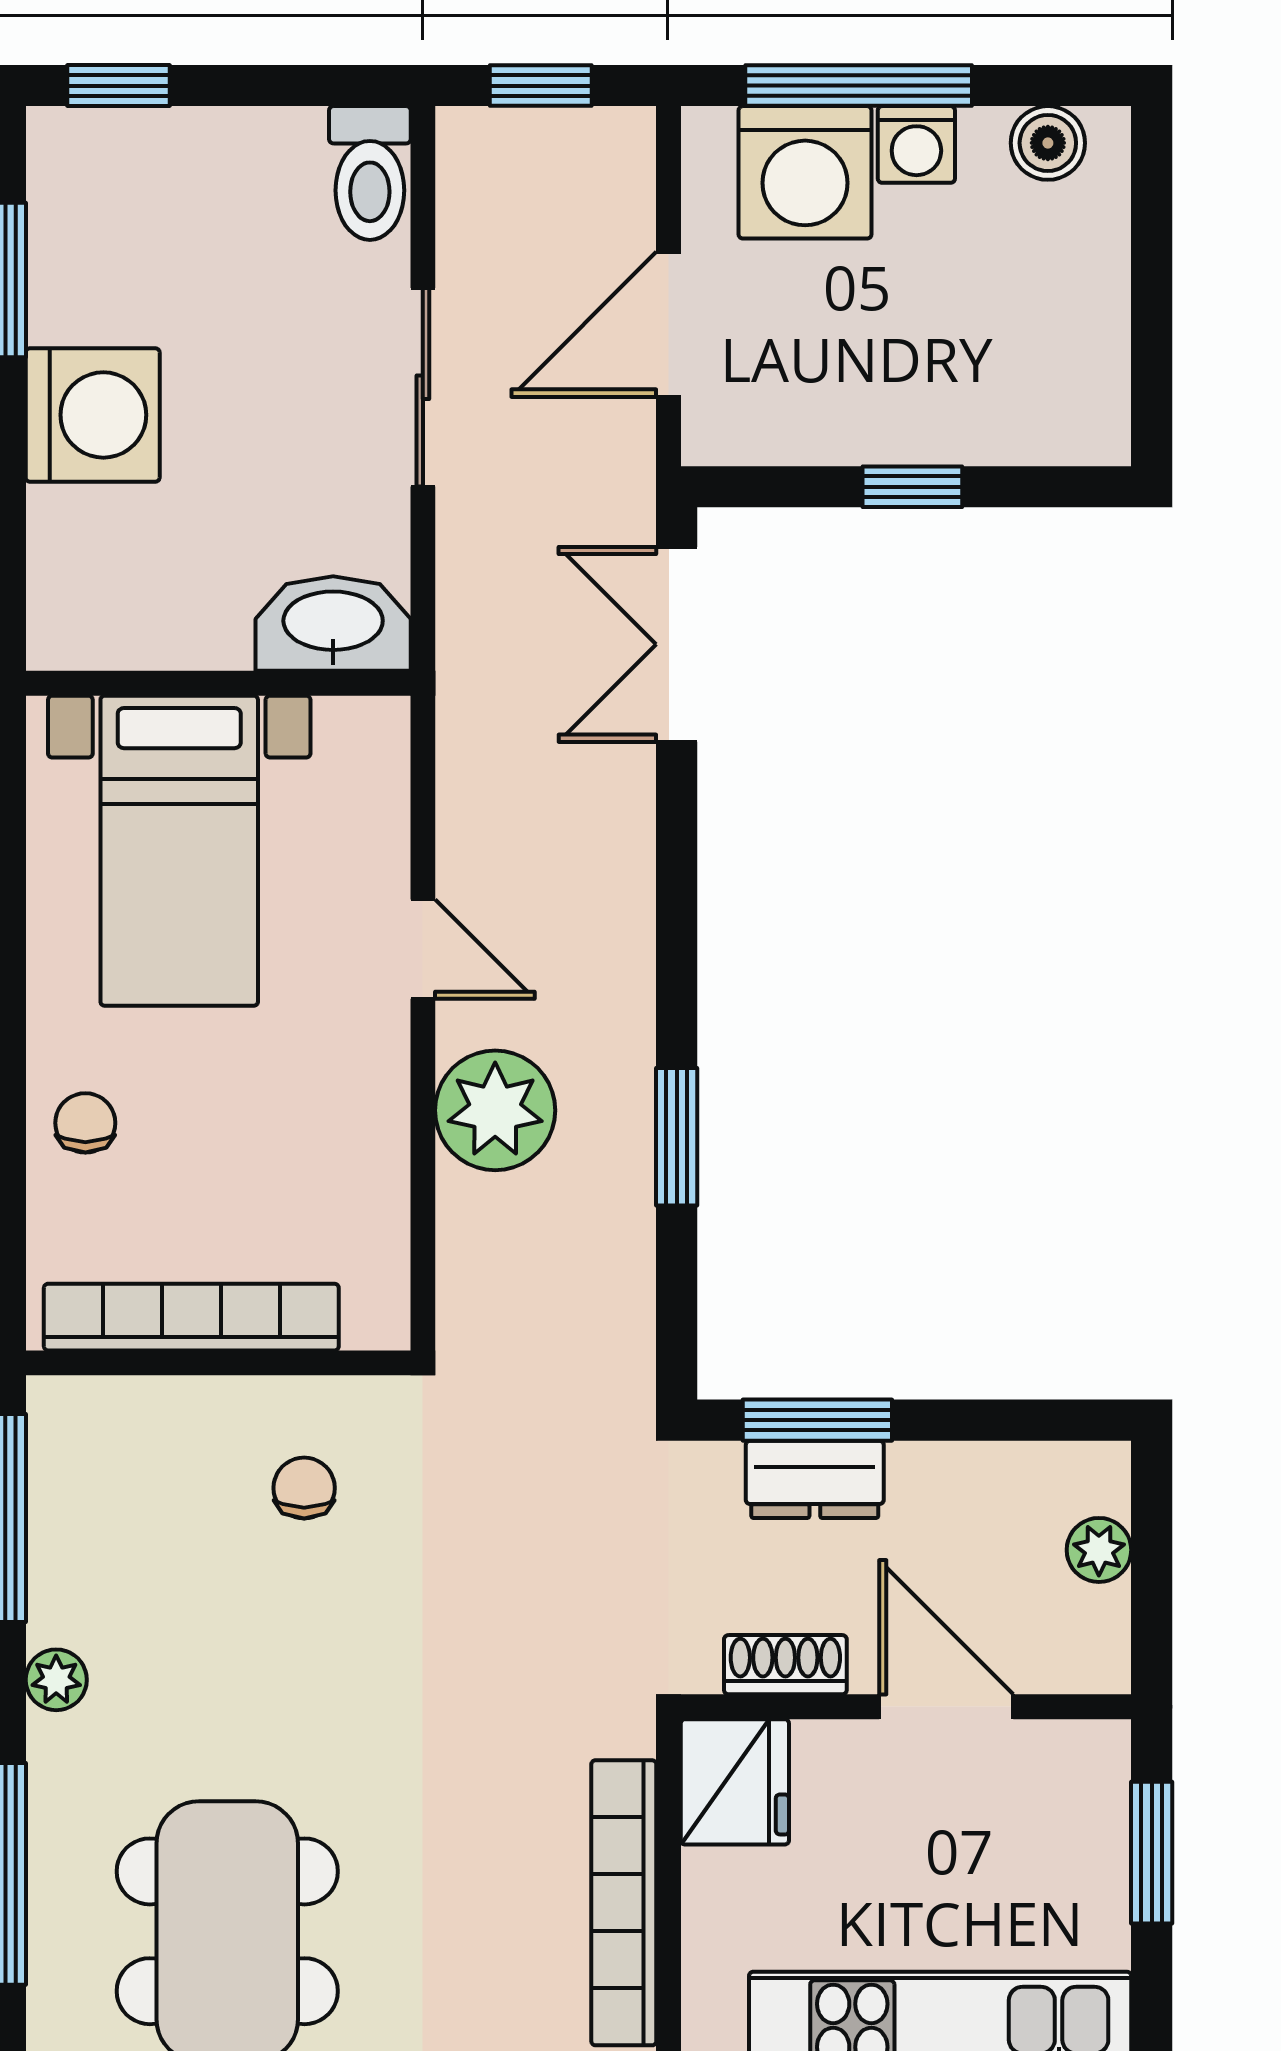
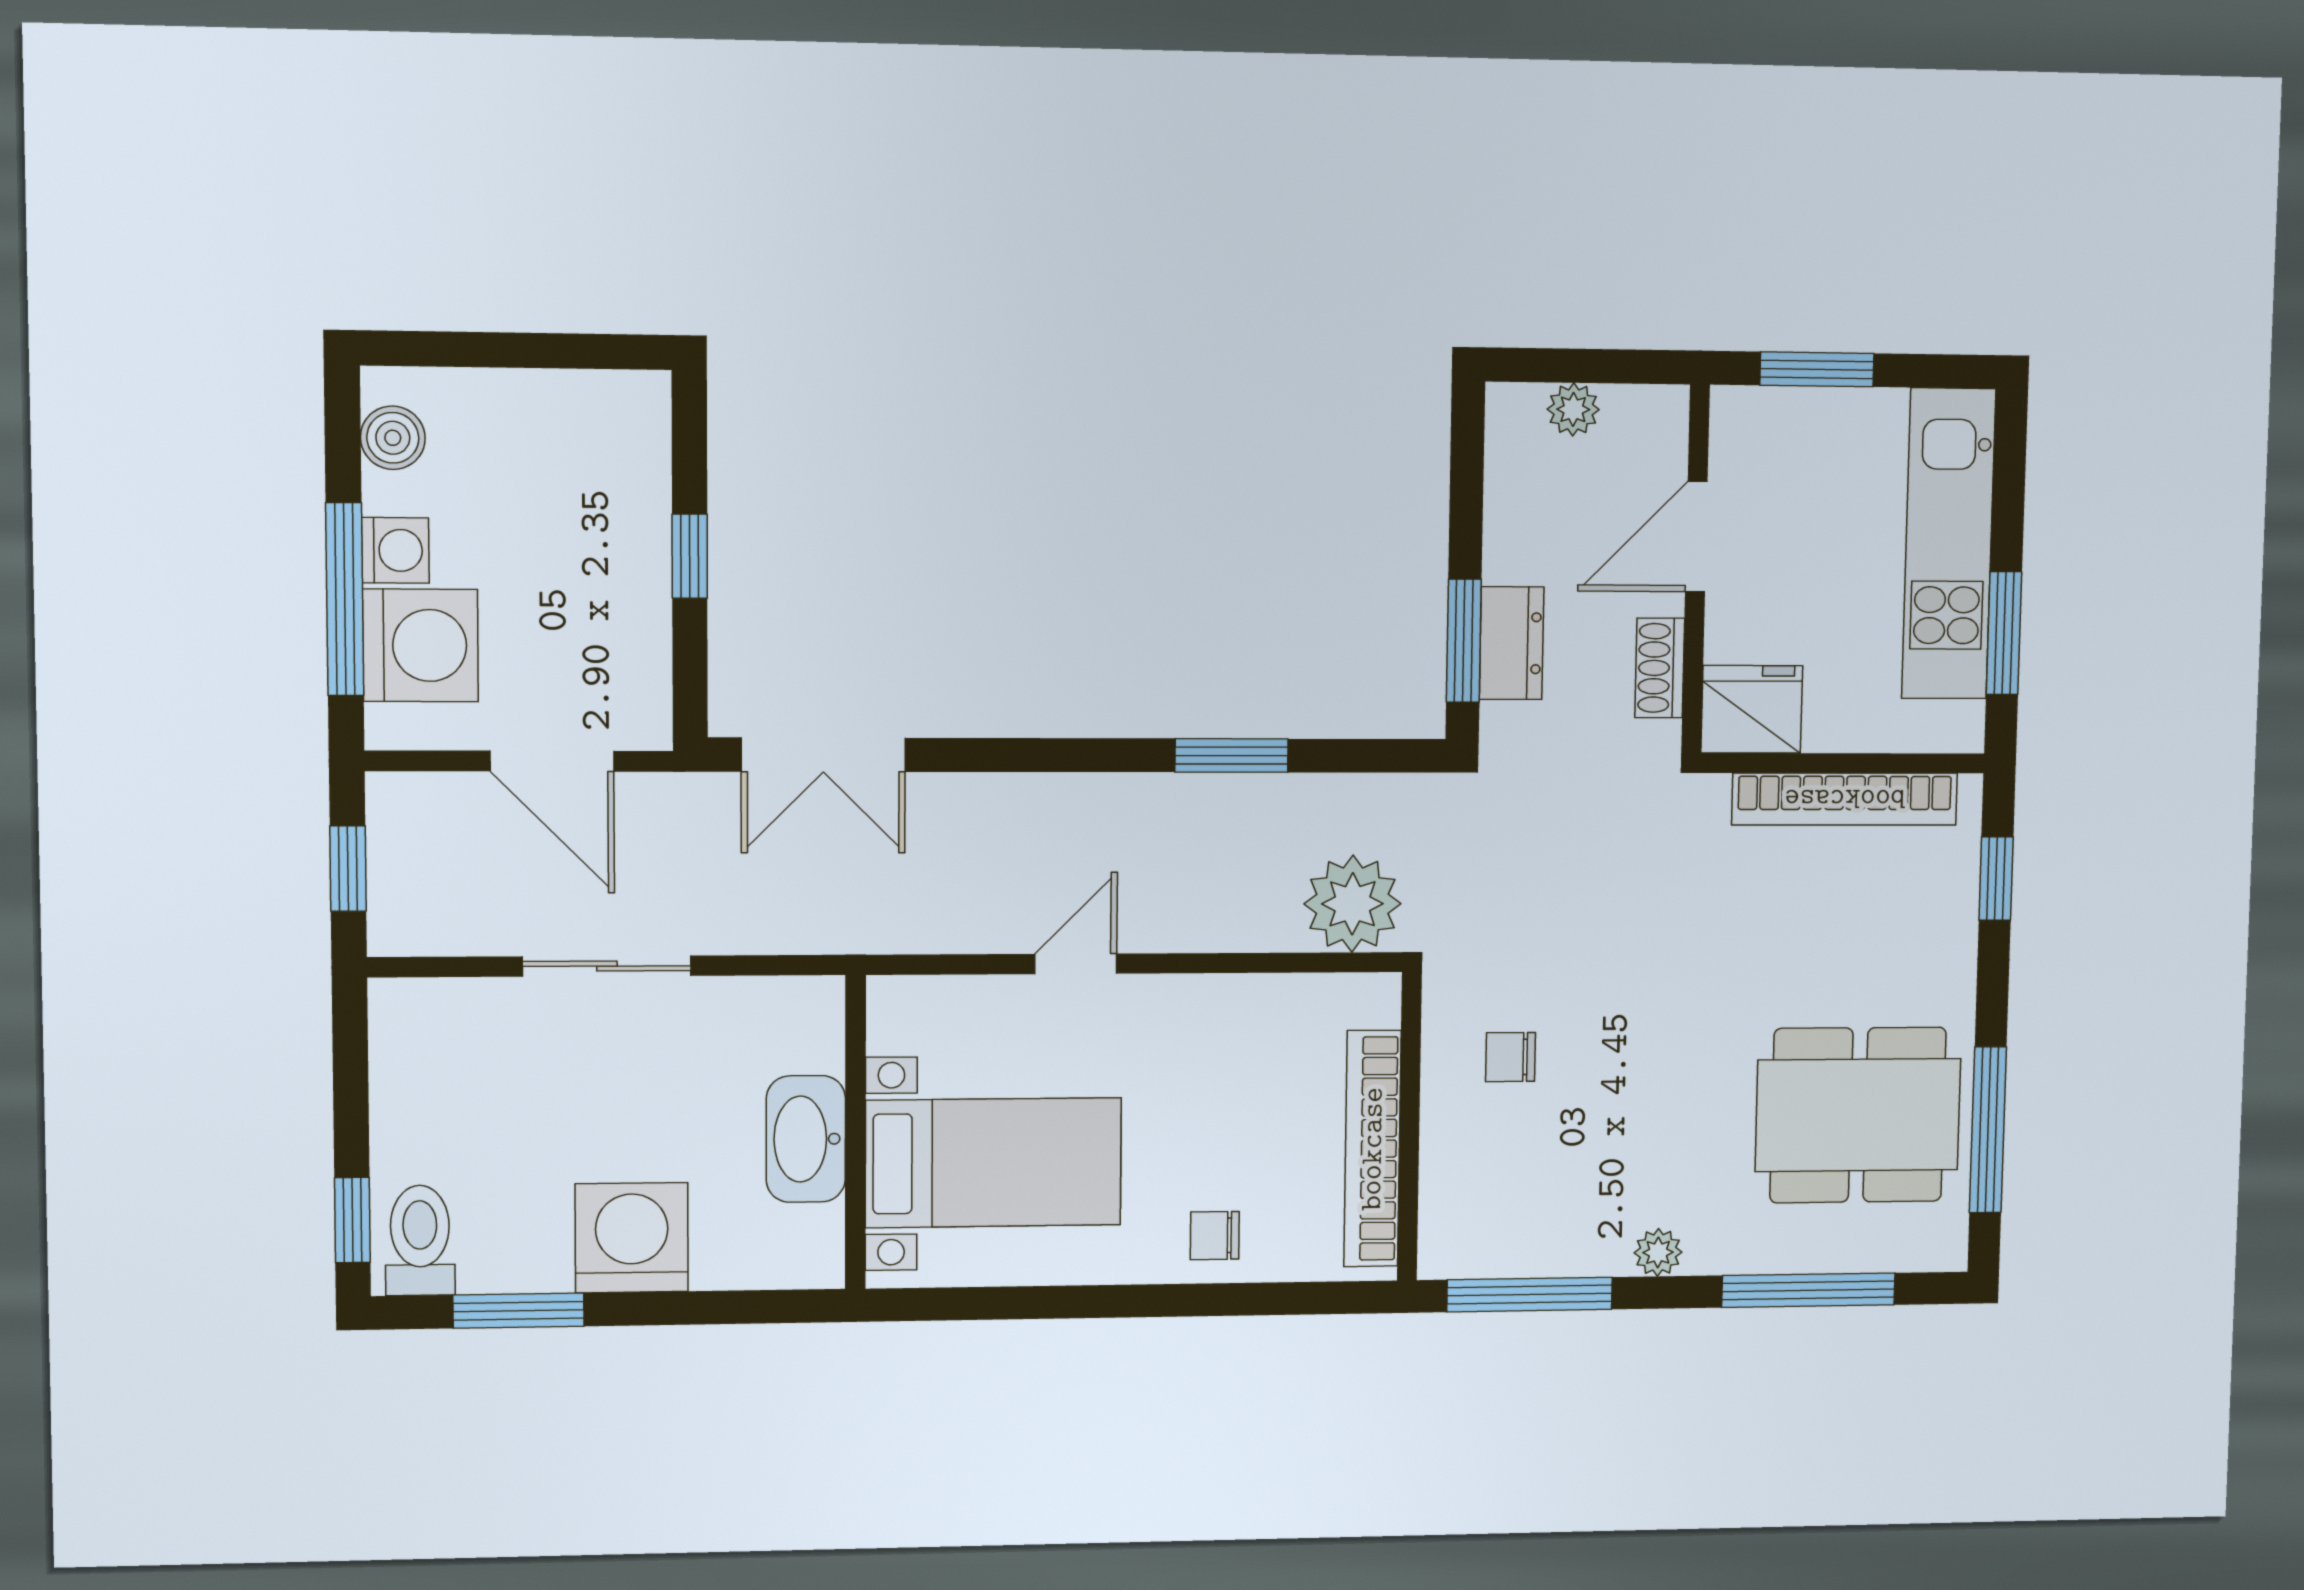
toilet: (370, 173) -> (420, 1240), moved, turned -90
washbasin: (333, 624) -> (806, 1139), moved
plant: (495, 1110) -> (1352, 904), moved

